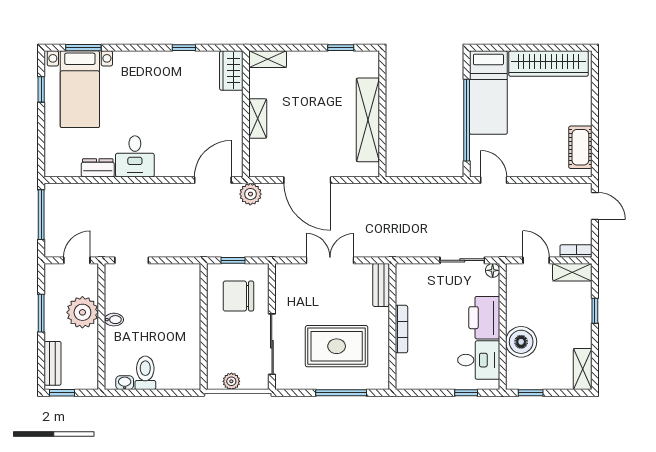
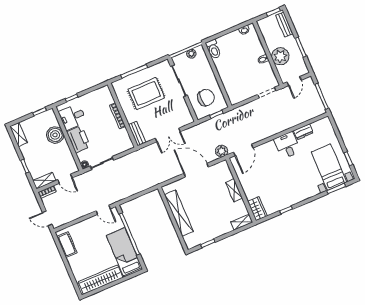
toilet: (145, 373) -> (213, 49), moved

